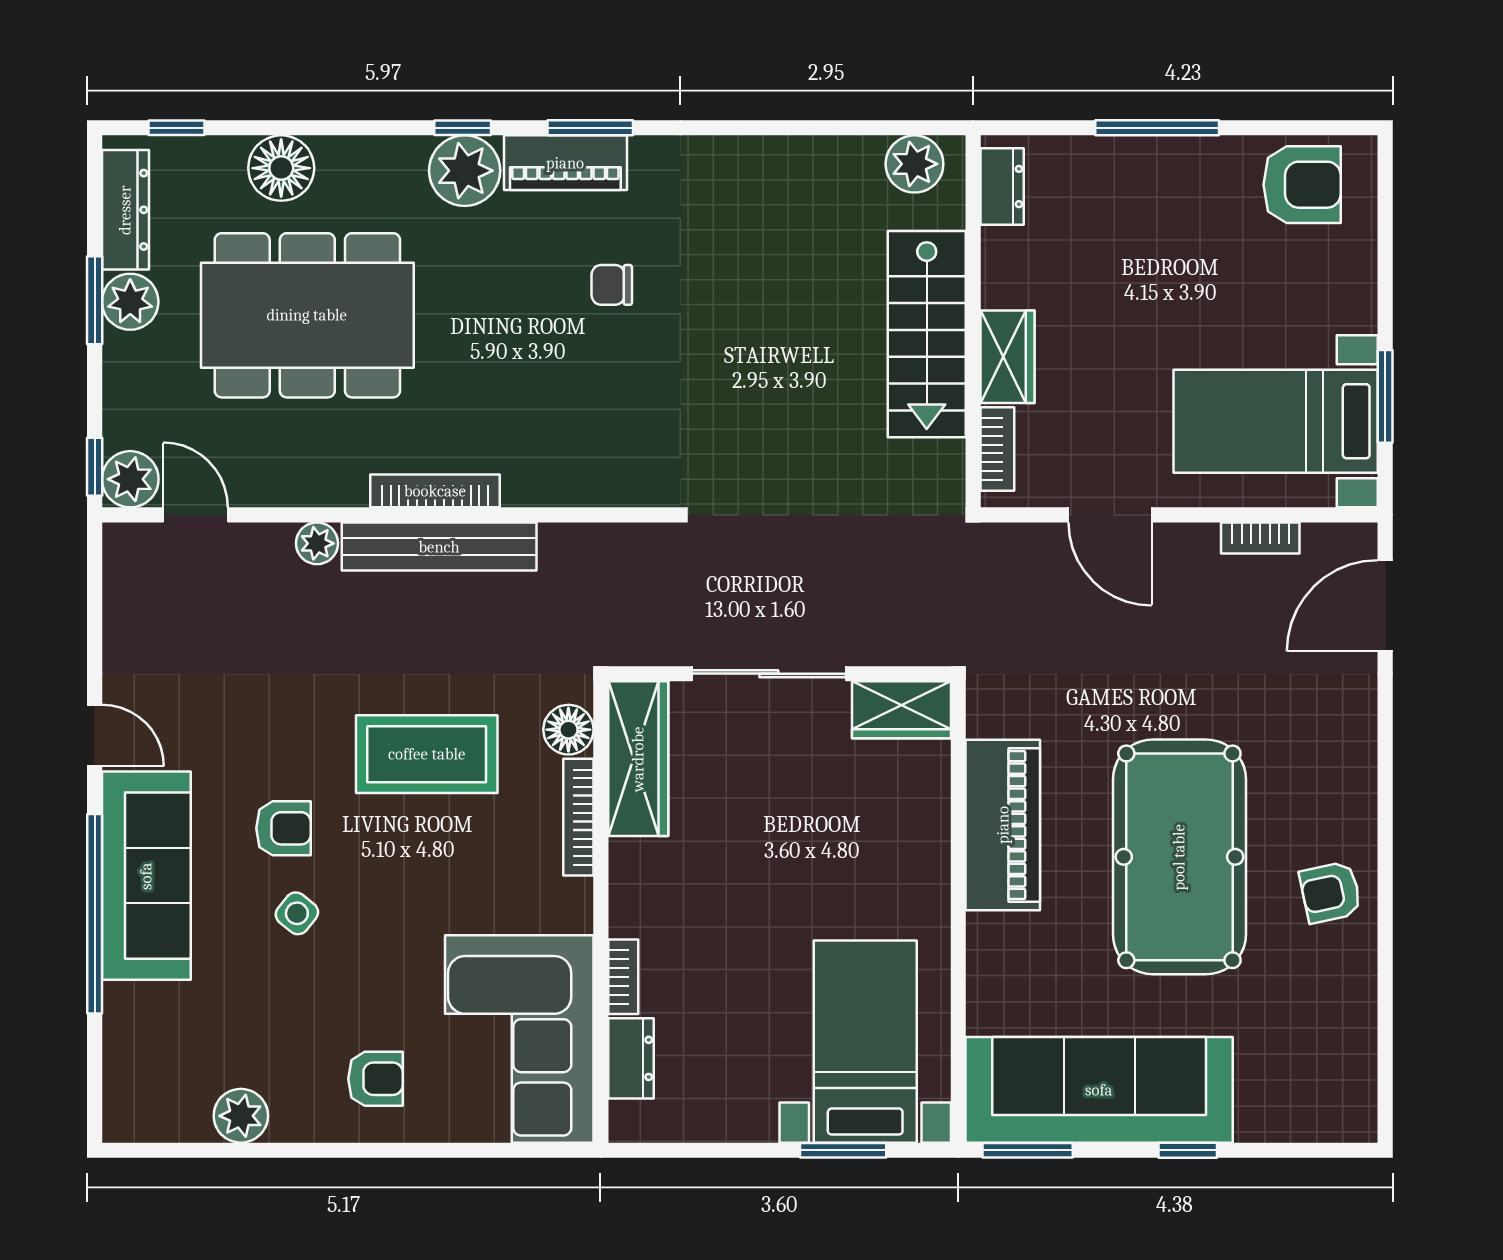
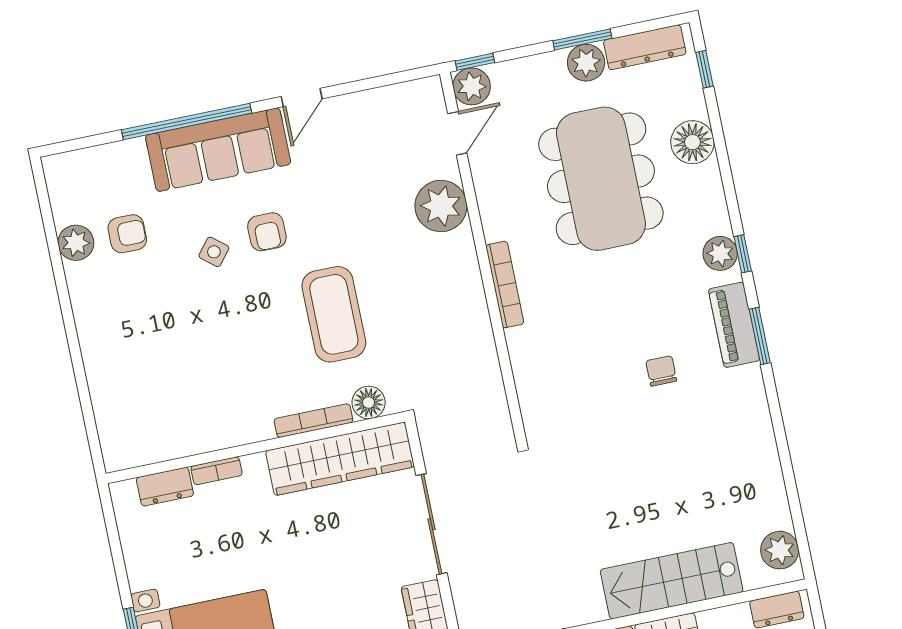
plant: (465, 171) -> (720, 253), width x0.73, depth x0.73
plant: (317, 543) -> (441, 206), width x1.87, depth x1.87
bench: (439, 547) -> (469, 295), removed
wardrobe: (638, 759) -> (340, 459), width x1.40, depth x1.17
corner sofa: (519, 1039) -> (163, 412), removed
armchair: (375, 1079) -> (127, 234), moved, turned -90

